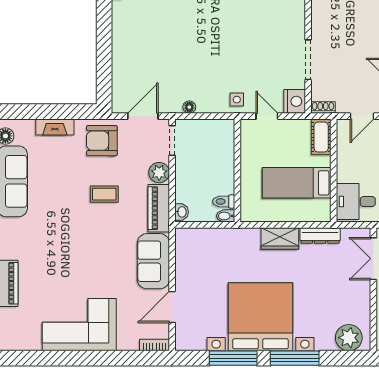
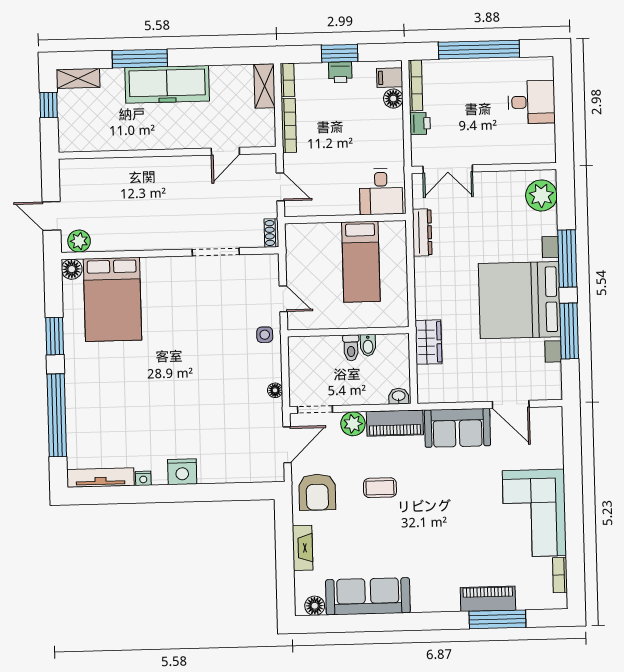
nightstand: (295, 101) -> (182, 472), moved, turned 180
door: (143, 116) -> (287, 445), swing flipped
door: (267, 116) -> (283, 299), swing flipped
cot: (321, 137) -> (306, 234), removed
coffee table: (104, 194) -> (380, 488), turned 90
toilet: (224, 201) -> (351, 348), moved
bidet: (226, 216) -> (368, 345), moved
wardrobe: (280, 239) -> (428, 342), moved
bookcase: (155, 345) -> (560, 575), moved

